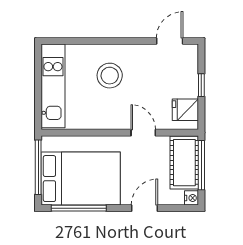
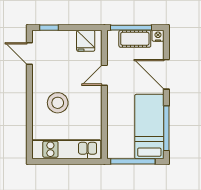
window: (201, 85) -> (49, 28), moved
cot: (184, 163) -> (135, 39), width x0.73, depth x0.75
bed: (81, 179) -> (149, 127), width x0.67
door: (145, 208) -> (166, 74), width x1.38

